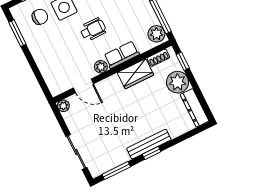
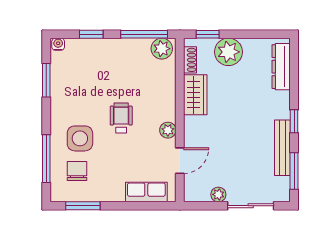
row of seats: (122, 55) -> (146, 192), moved, turned 90
plant: (63, 106) -> (218, 194), moved
dresser: (194, 108) -> (281, 67), moved, turned 90
bench: (149, 144) -> (282, 148), moved

